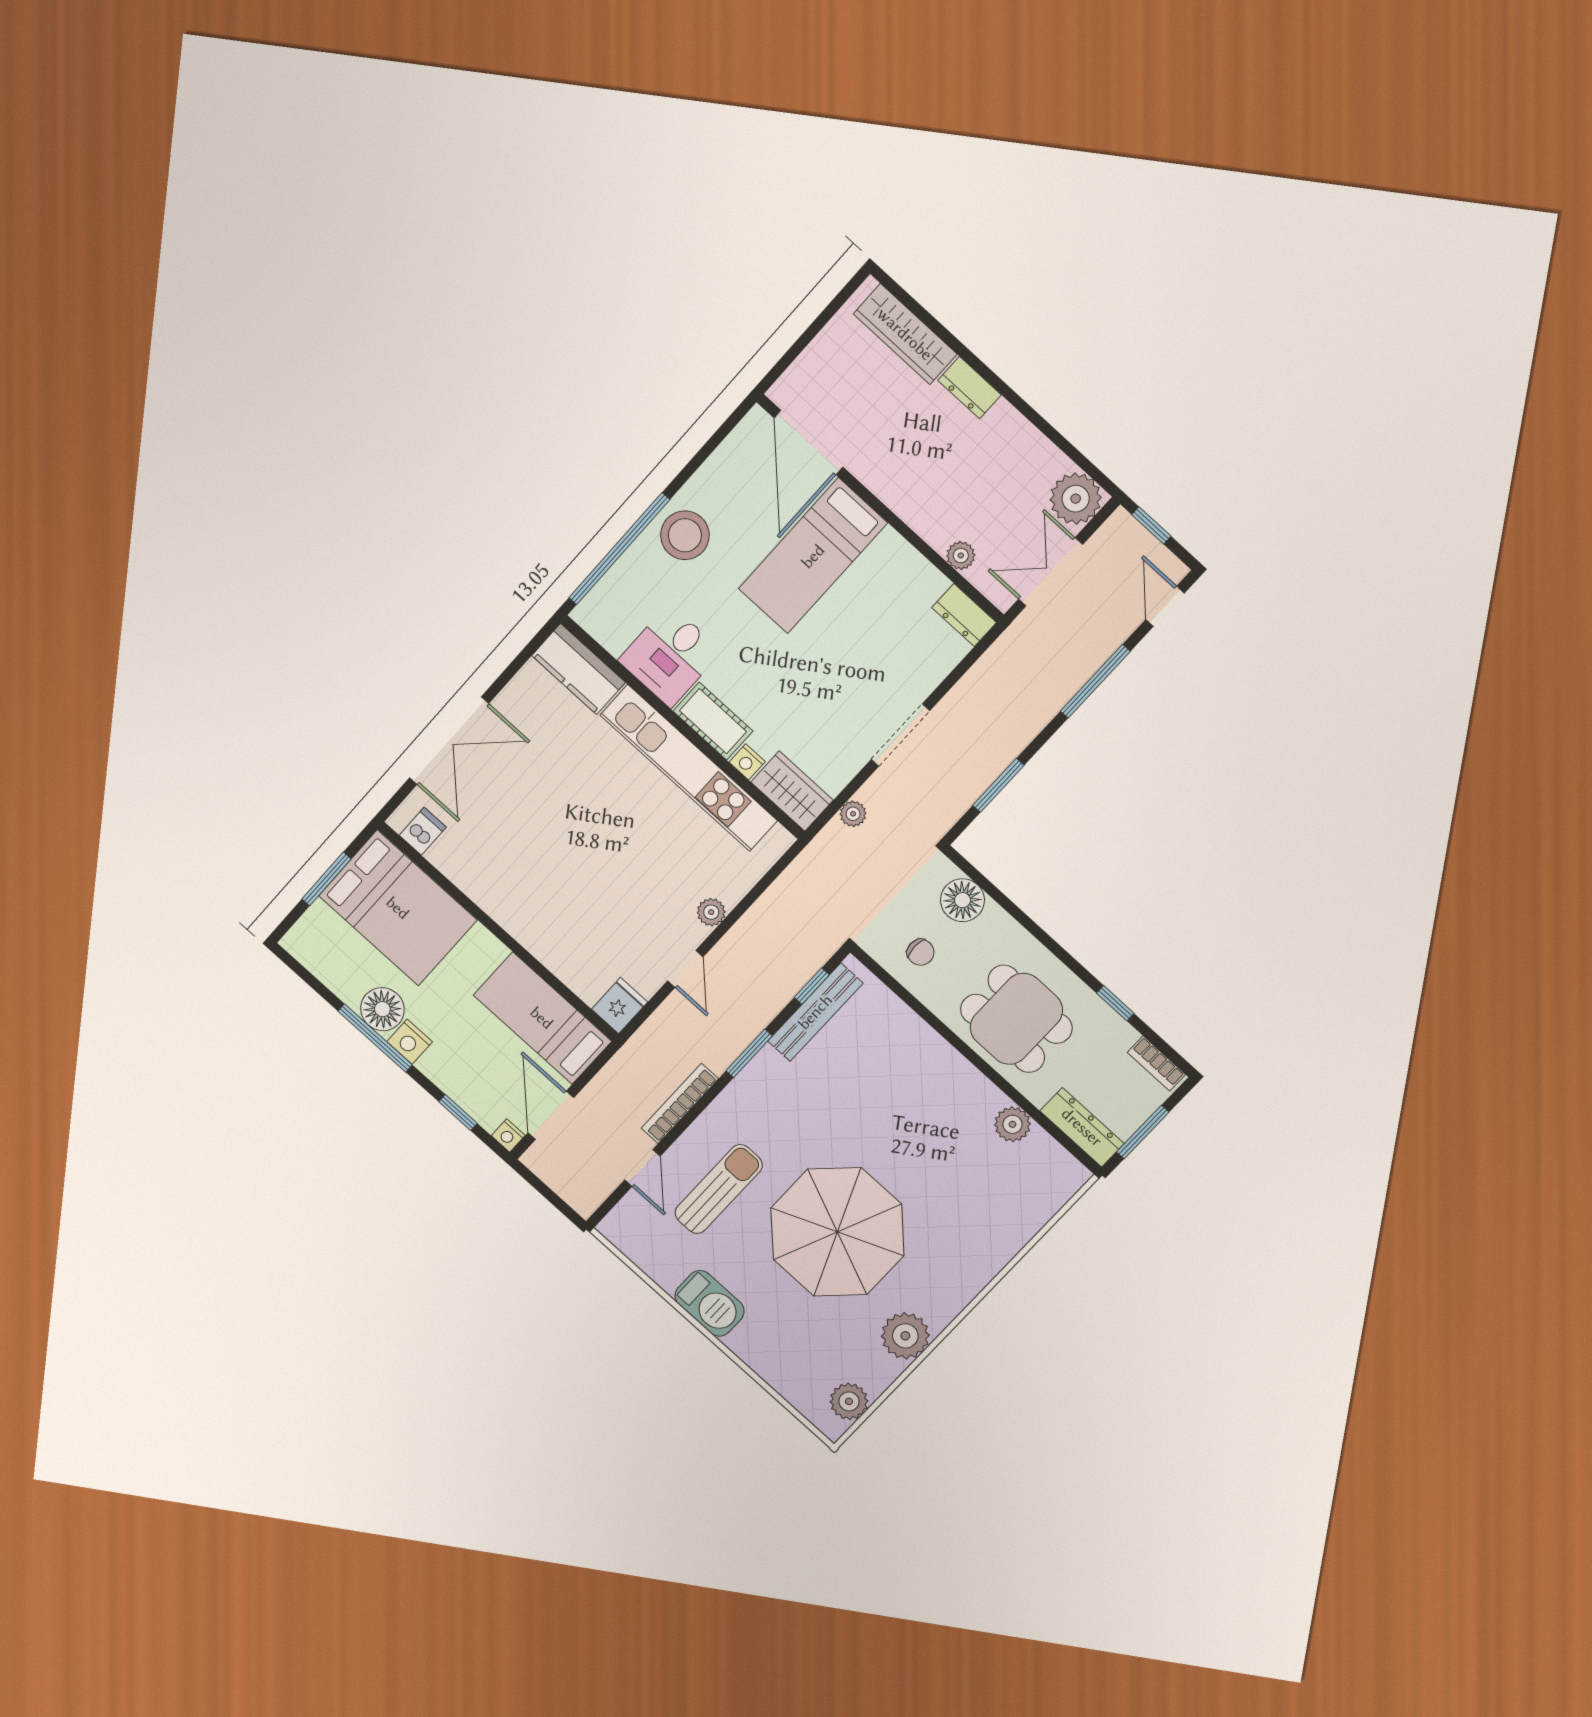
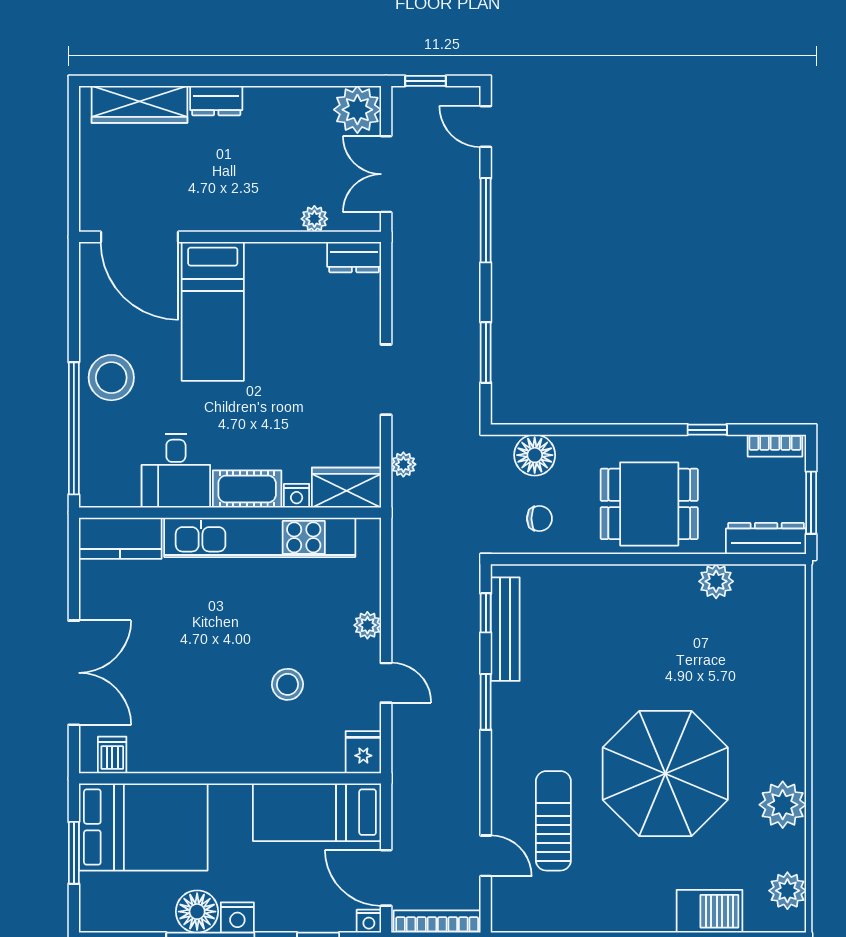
stool: (608, 901) -> (287, 684), added
bookcase: (680, 1103) -> (437, 922), moved, turned 90
barbecue: (710, 1303) -> (709, 911), moved

